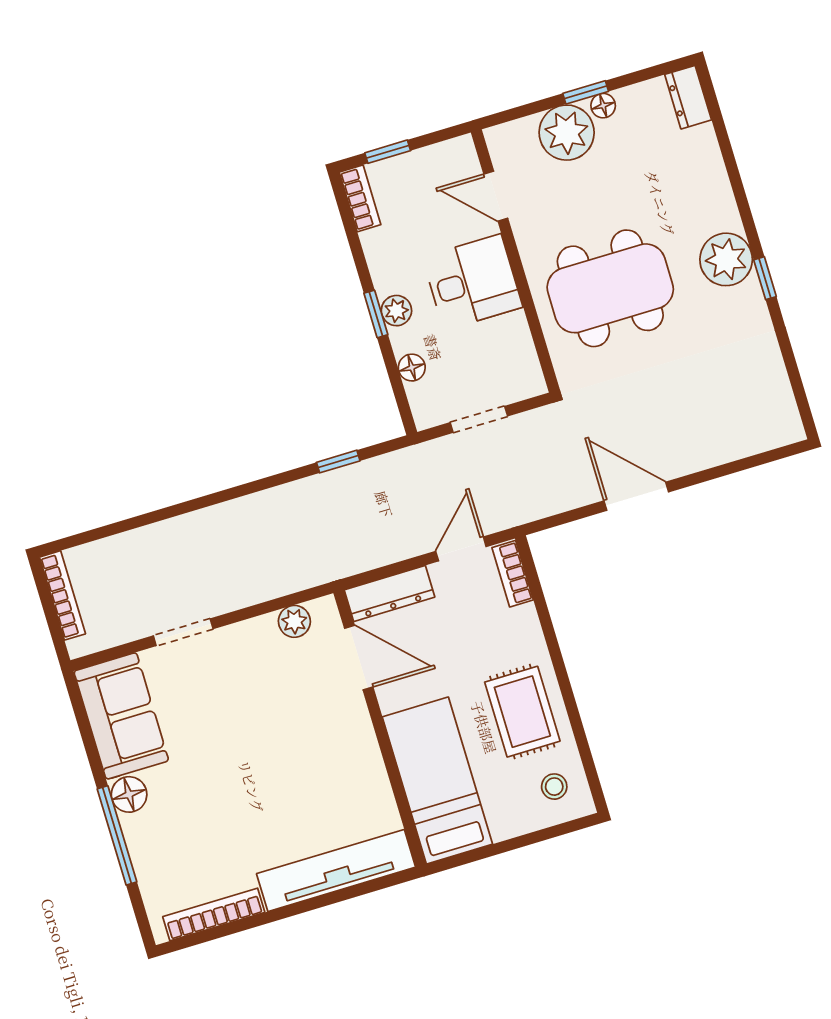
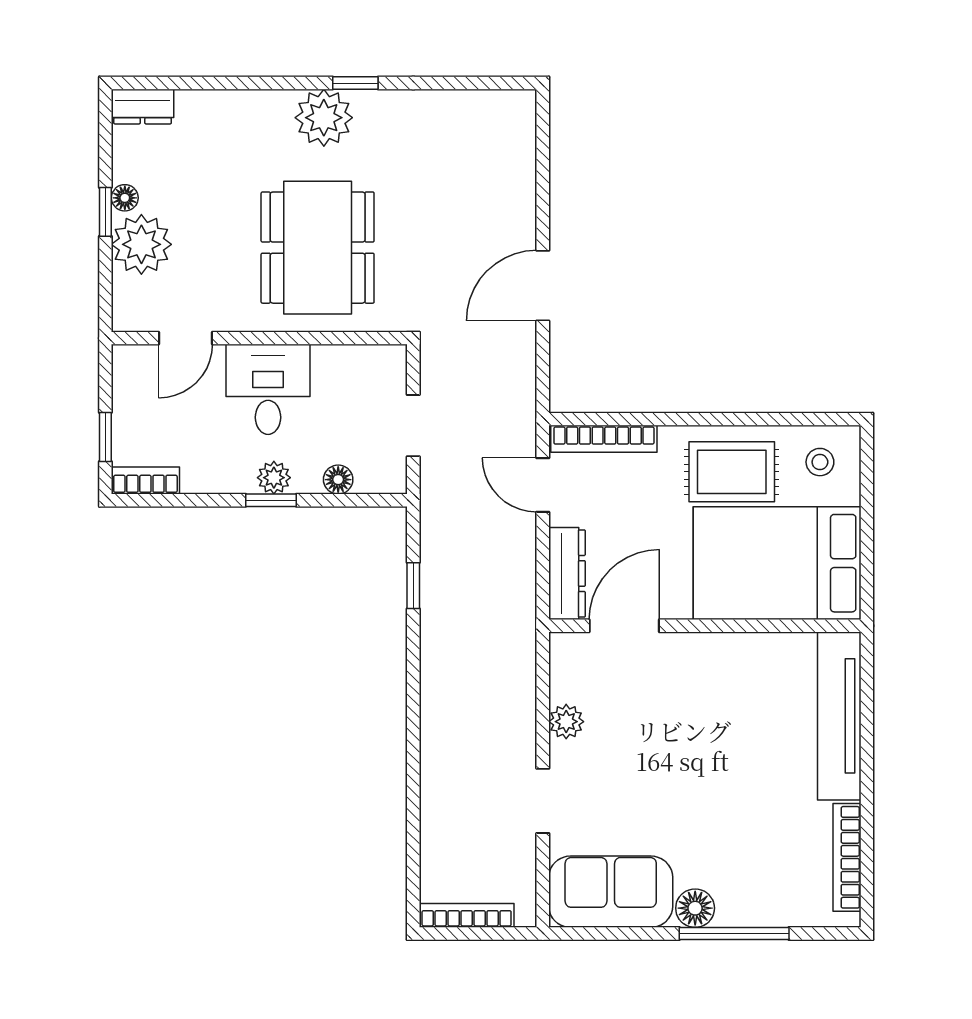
bookcase: (513, 574) -> (604, 439), width x1.56
plant: (294, 621) -> (566, 722), moved
bed: (437, 780) -> (777, 563), width x1.50

